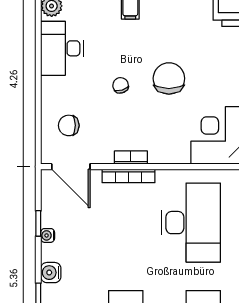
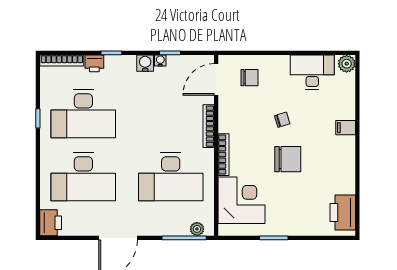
chair: (69, 125) -> (250, 78), turned 90
bookcase: (131, 158) -> (223, 155), moved, width x1.56
water cooler: (51, 273) -> (145, 63), moved

